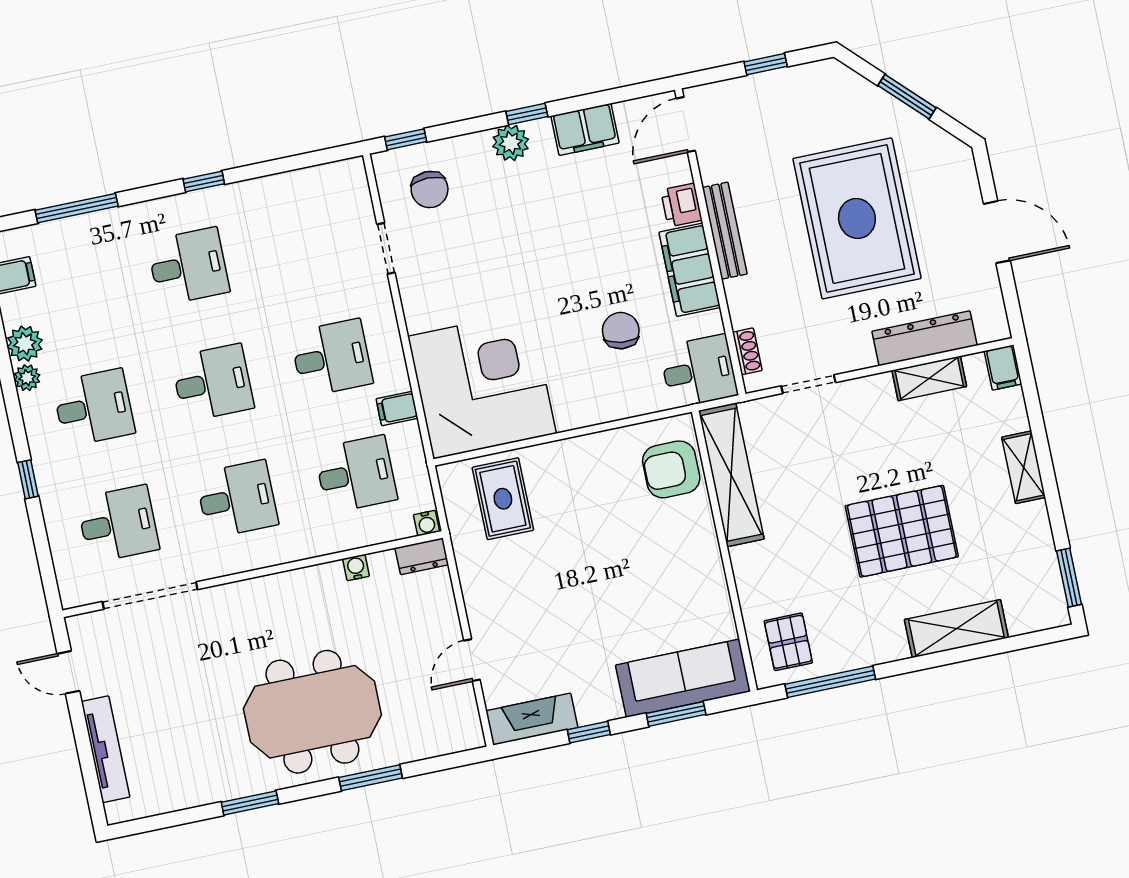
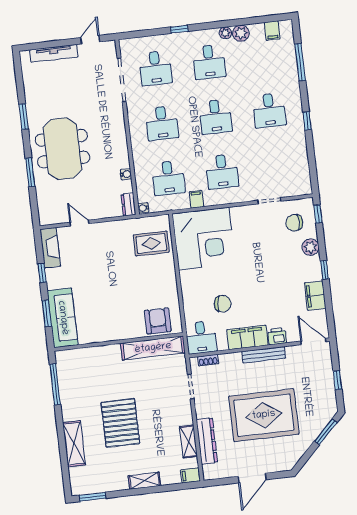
window: (907, 97) -> (326, 432), moved
plant: (511, 143) -> (310, 247), moved
pallet: (788, 642) -> (75, 367), removed

